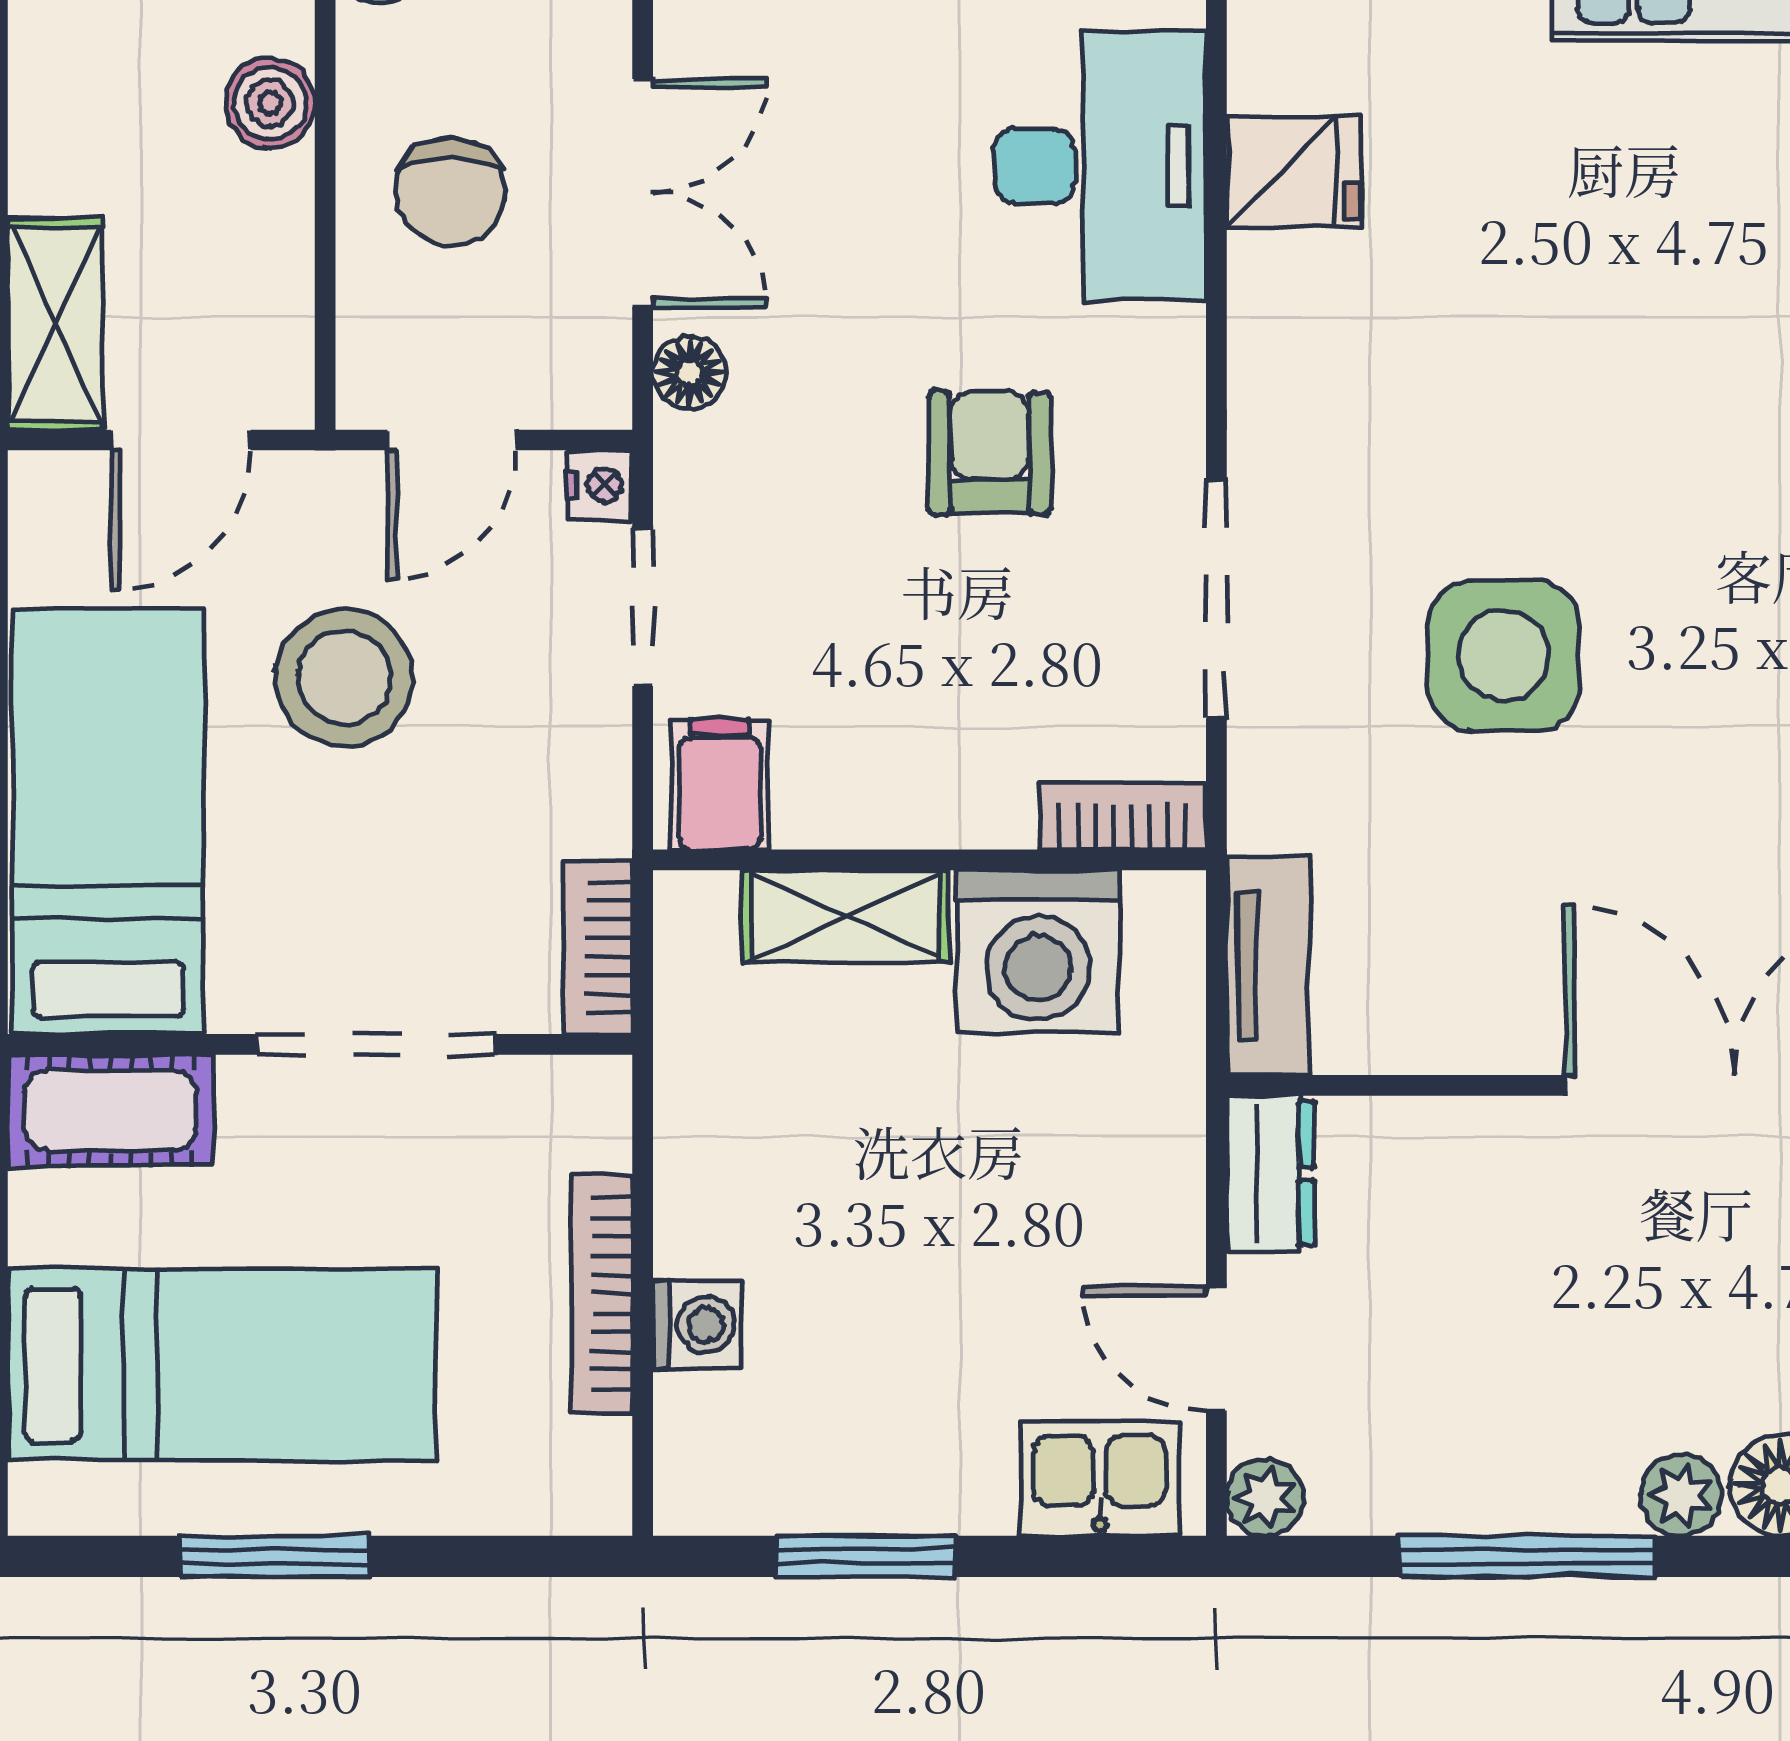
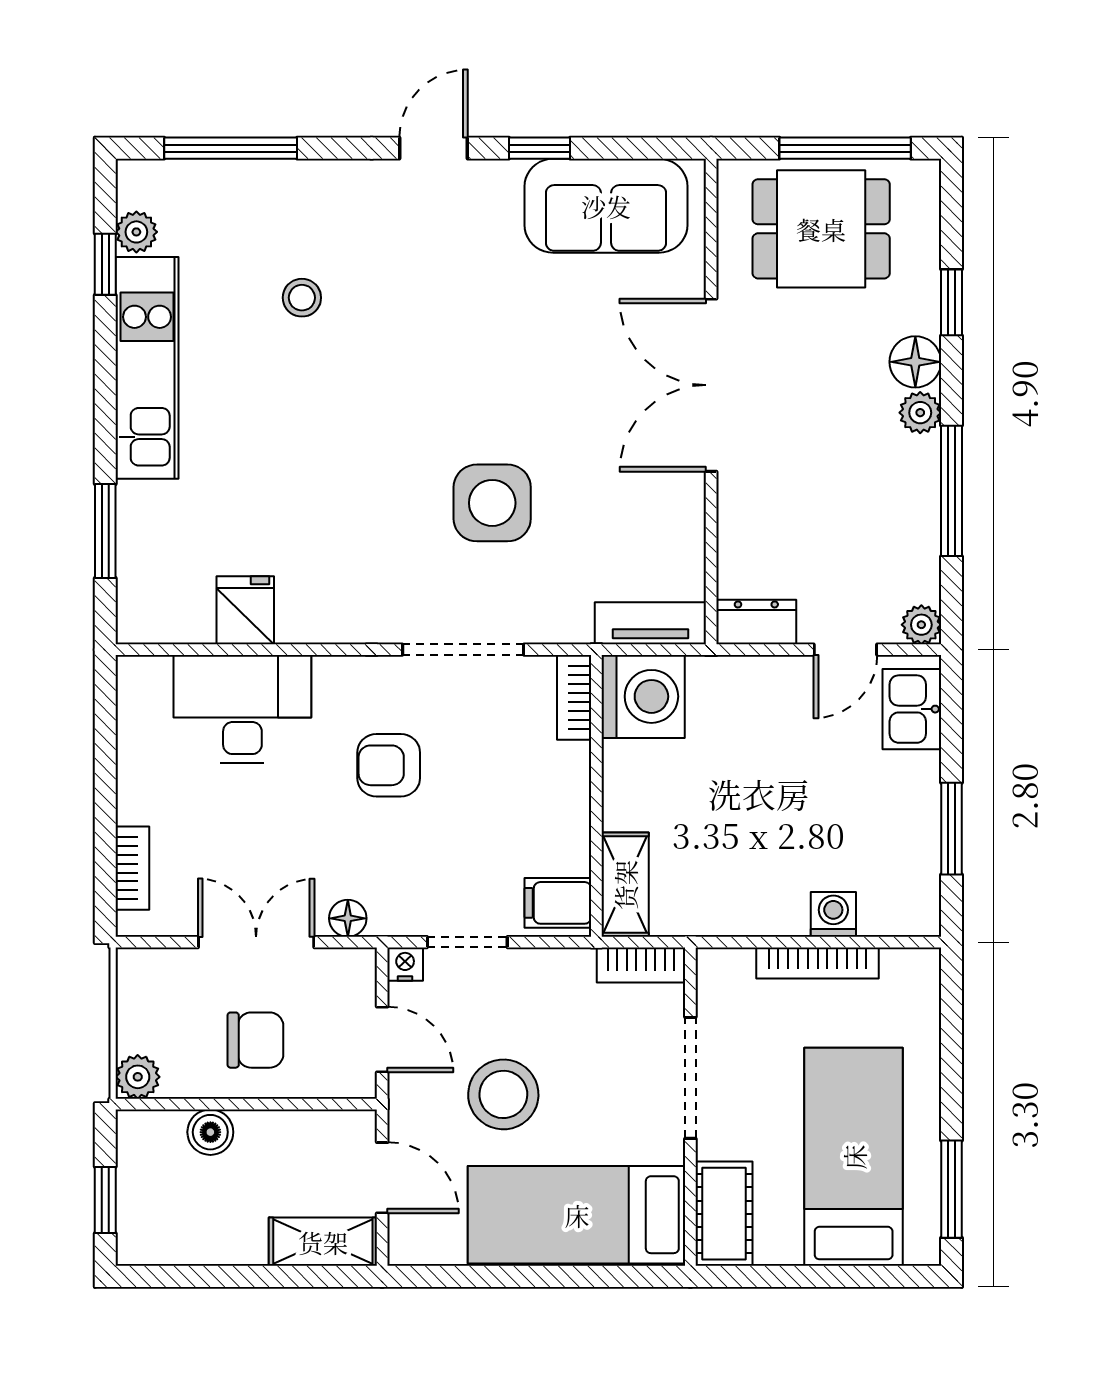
shelving: (846, 916) -> (625, 885), moved
washing machine: (1038, 952) -> (643, 696), moved
window: (275, 1556) -> (951, 1189), moved

